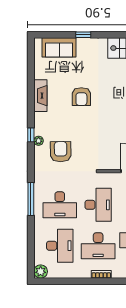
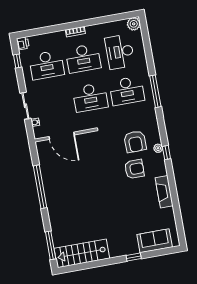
armchair: (81, 97) -> (134, 169), moved, turned 90
desk: (60, 205) -> (127, 91), turned 180
desk: (98, 205) -> (90, 97), turned -90
desk: (98, 246) -> (83, 58), turned 180

